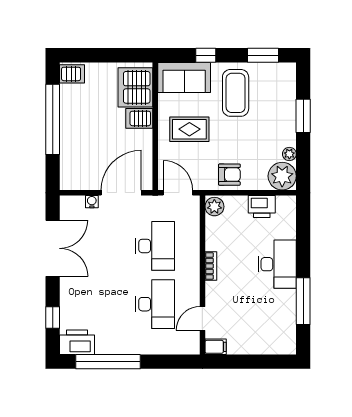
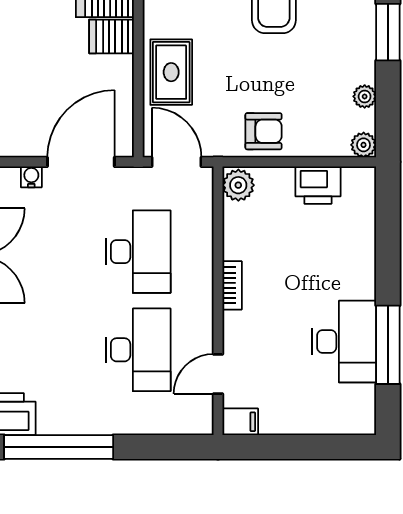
rug: (189, 129) -> (171, 72), moved, turned 90
plant: (282, 176) -> (364, 145), width x0.53, depth x0.53
desk: (277, 264) -> (344, 341), moved

